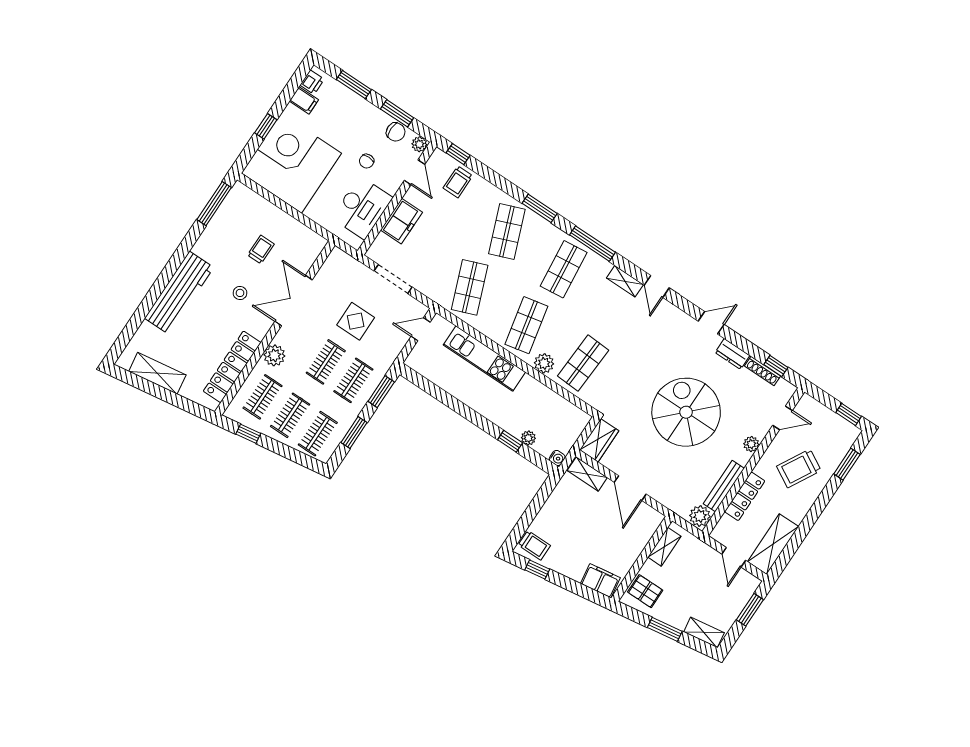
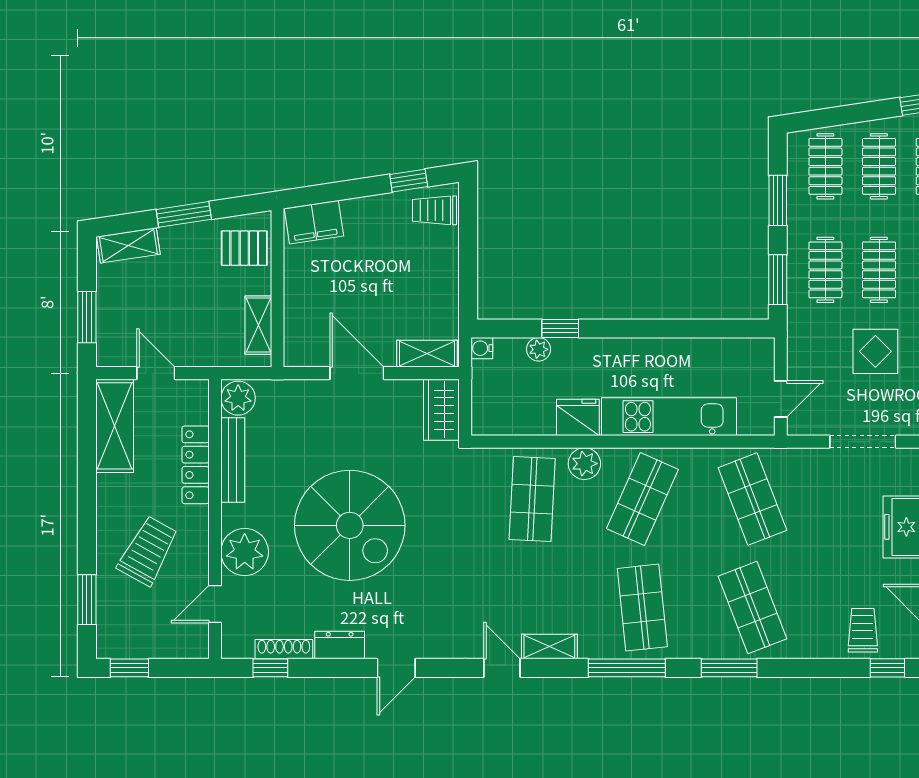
shop shelf: (526, 325) -> (642, 499), turned 36
fridge: (531, 389) -> (578, 417), added
plant: (751, 444) -> (245, 552), width x1.87, depth x1.87

